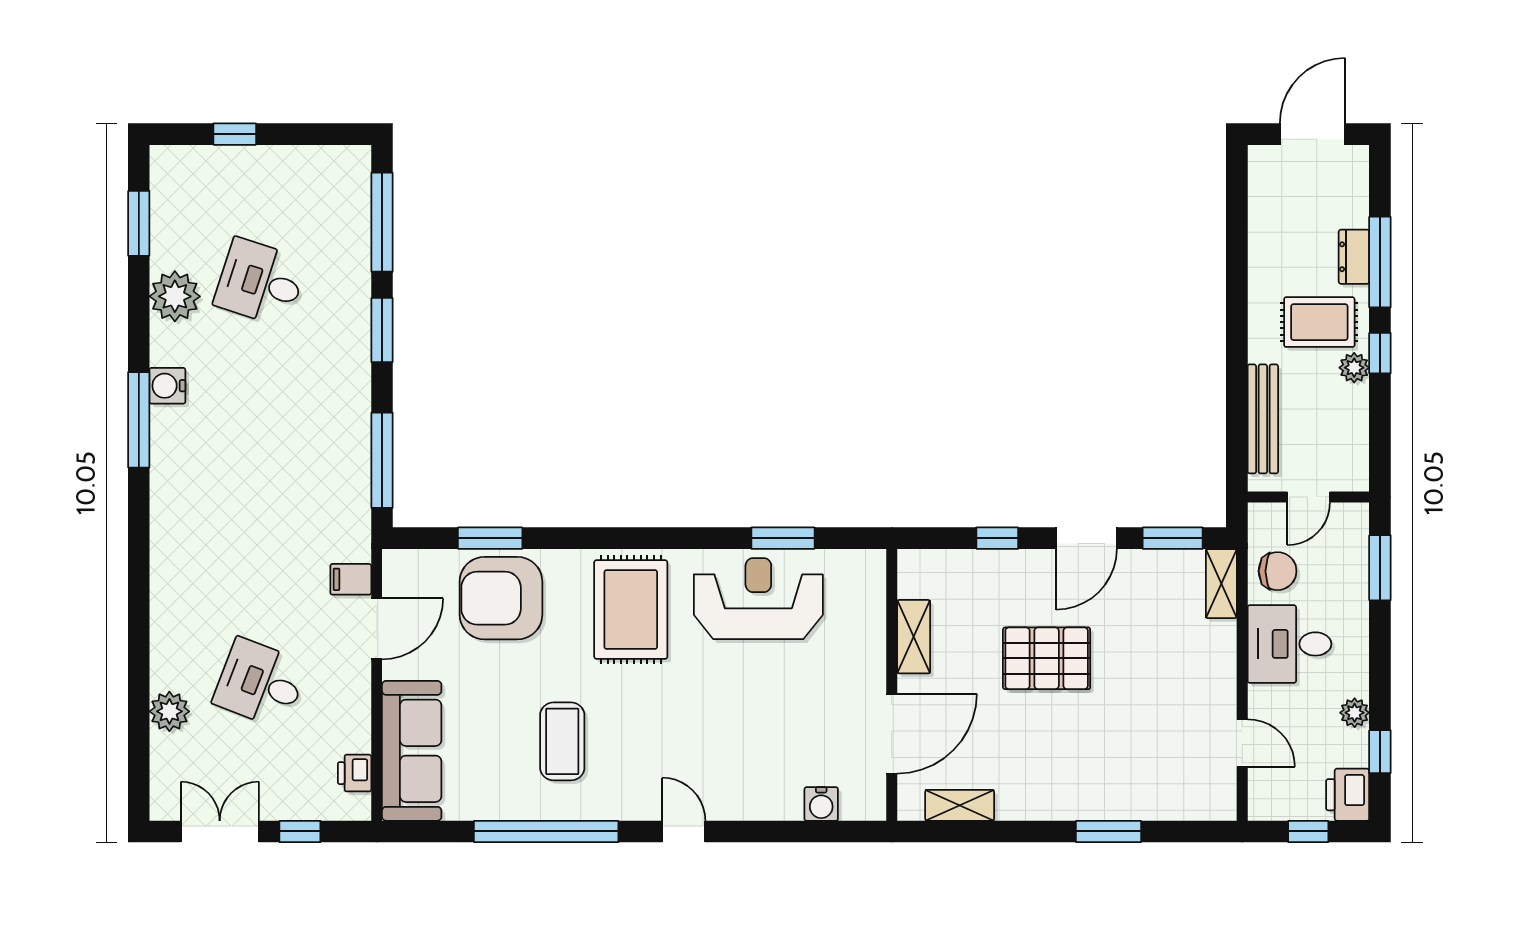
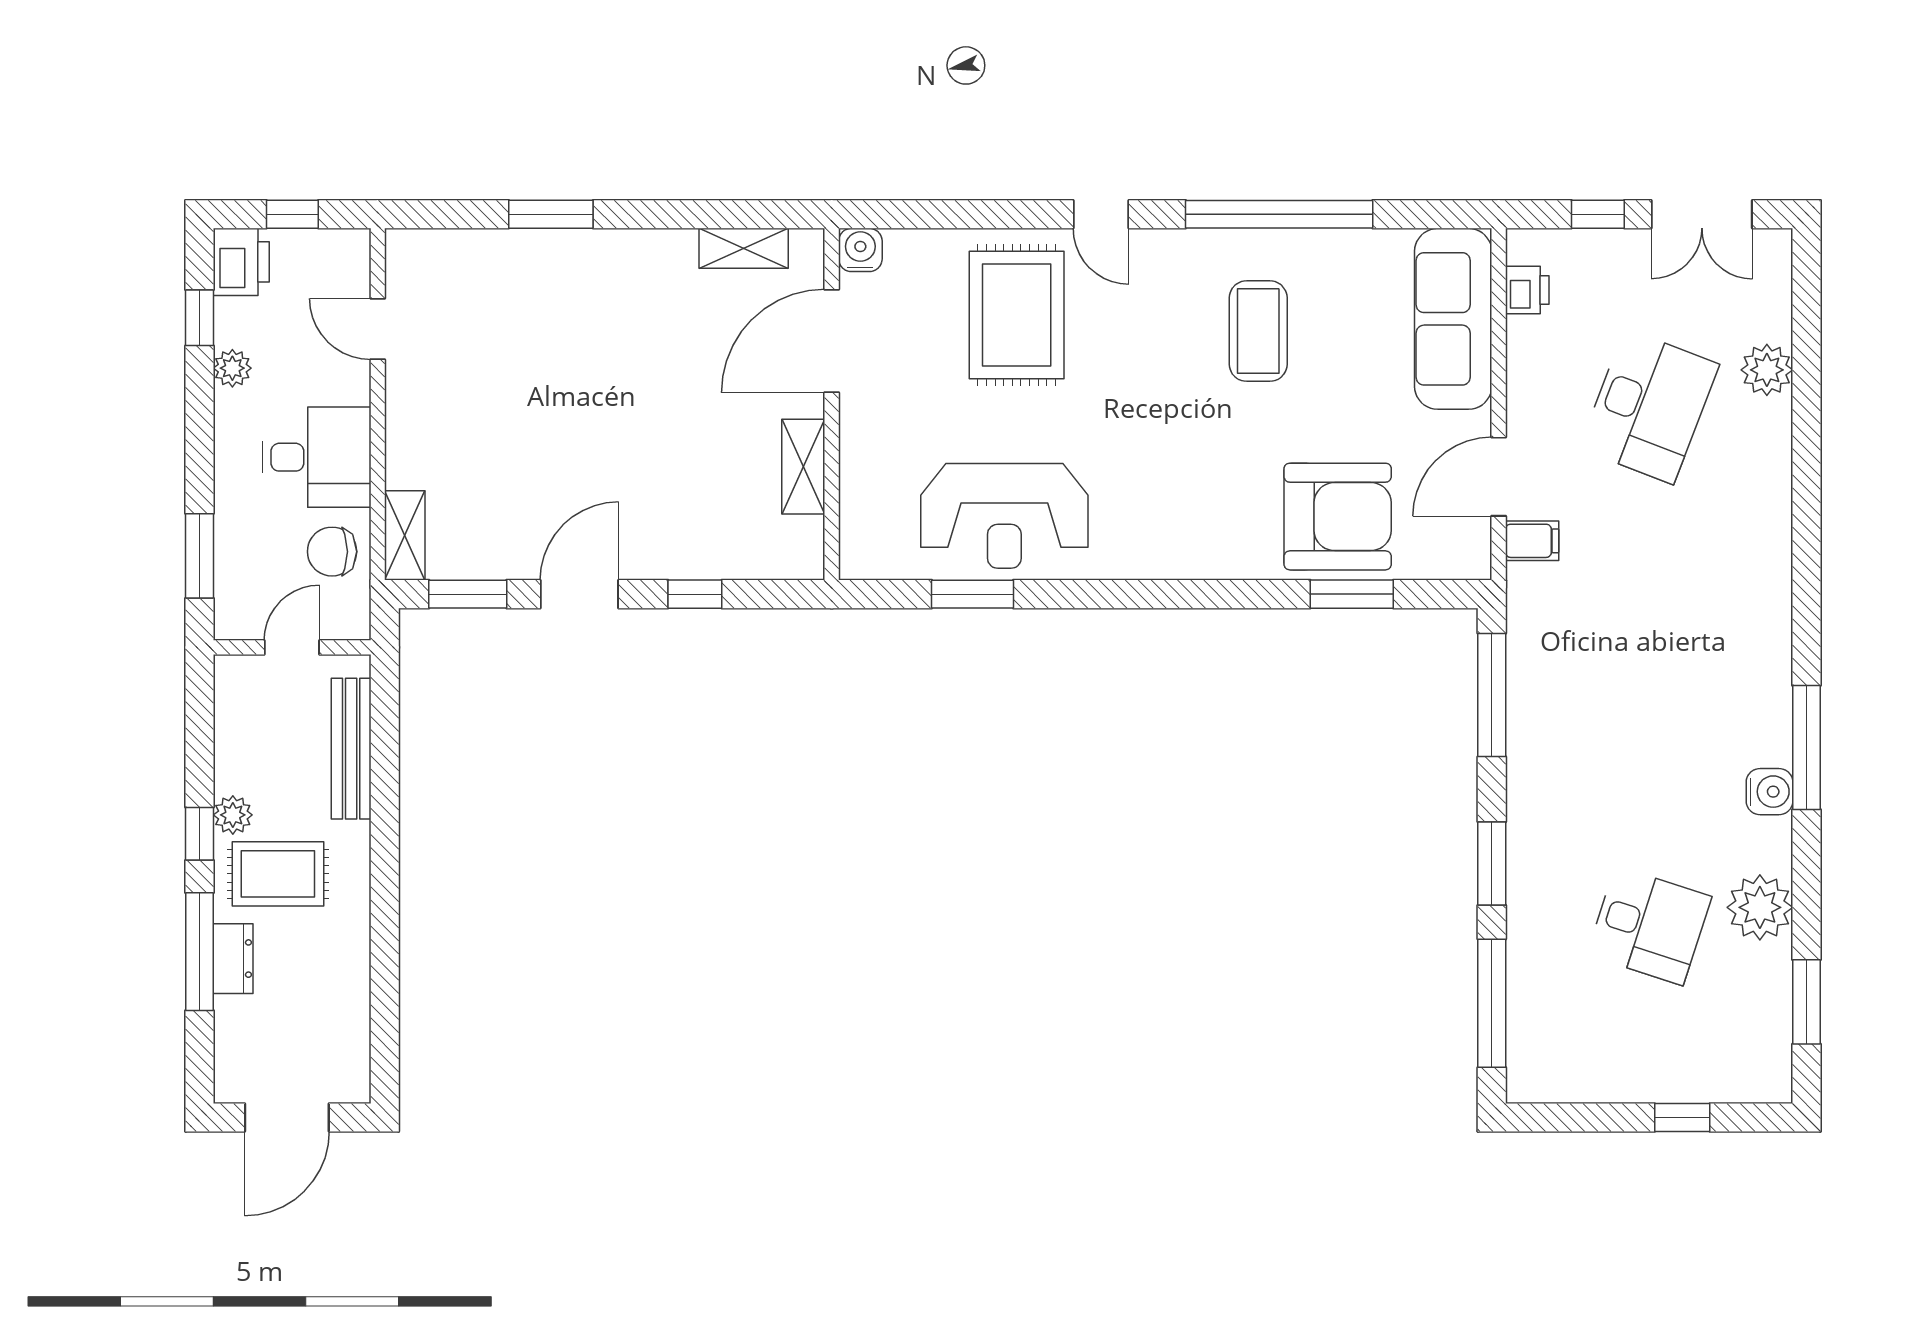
rug: (631, 609) -> (1017, 315), moved
pallet: (1047, 658) -> (631, 439), removed
desk: (260, 683) -> (1649, 406), width x1.37
water cooler: (821, 804) -> (860, 250), moved

